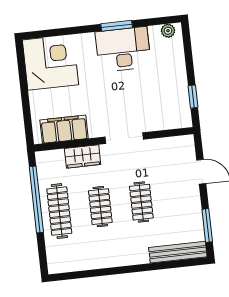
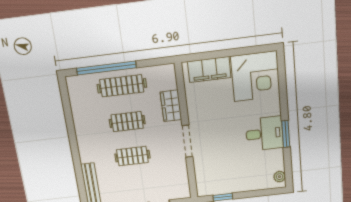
desk: (123, 49) -> (264, 134), width x0.73
filing cabinet: (64, 129) -> (209, 70), moved, turned 90
window: (36, 200) -> (106, 68), moved

